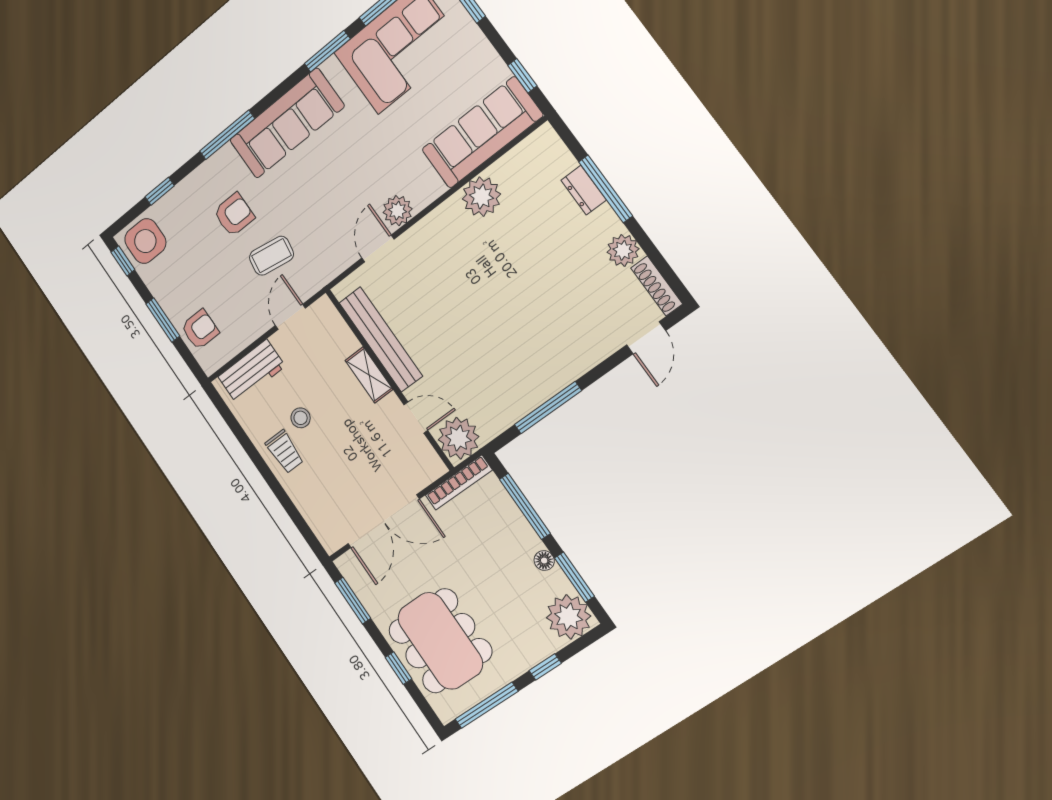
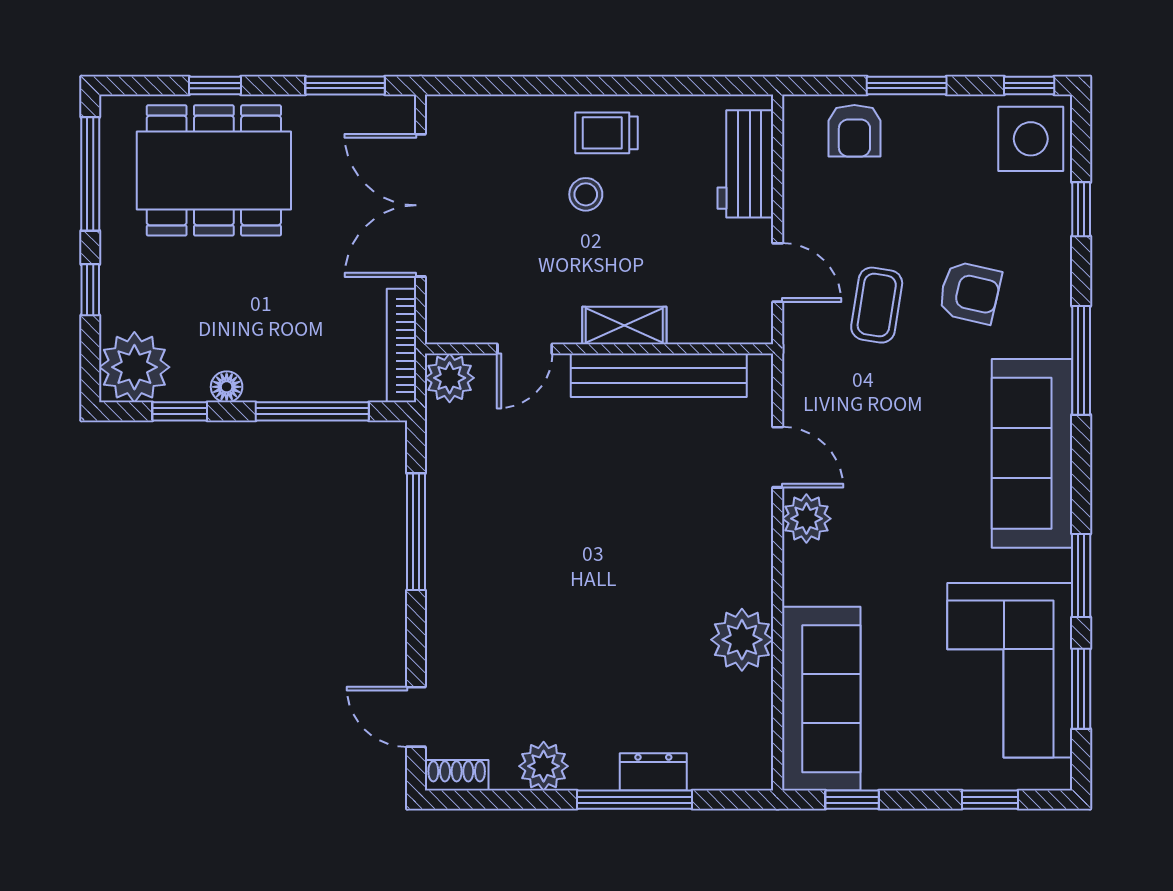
armchair: (234, 215) -> (970, 292), turned -77
shoe rack: (657, 286) -> (457, 775), width x0.70
stool: (301, 418) -> (586, 194), moved
plant: (459, 438) -> (450, 378), width x0.73, depth x0.73
window: (575, 577) -> (180, 411), width x0.67

